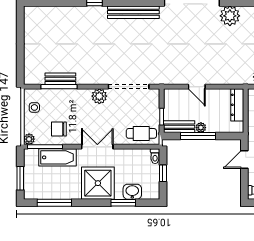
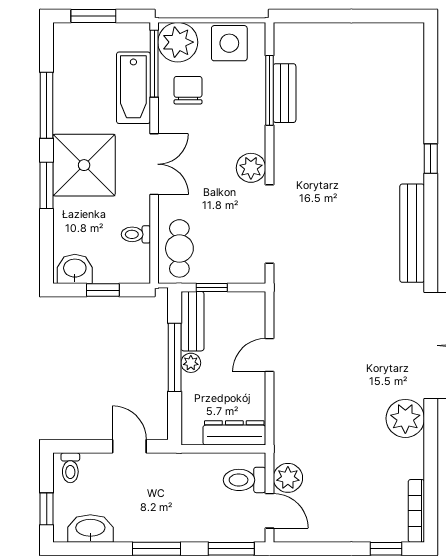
side table: (34, 107) -> (229, 43), width x1.87, depth x1.87
plant: (29, 139) -> (178, 42), width x1.87, depth x1.87
toilet: (155, 156) -> (136, 234), moved
washbasin: (132, 192) -> (75, 269), moved, turned -90
window: (54, 203) -> (47, 105), moved
window: (123, 203) -> (47, 185), moved

